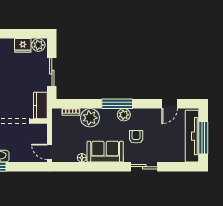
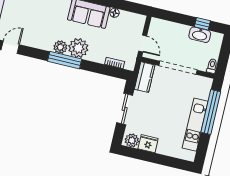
plant: (90, 118) -> (78, 48), moved
armchair: (136, 137) -> (53, 21), removed
door: (49, 152) -> (143, 44), moved

